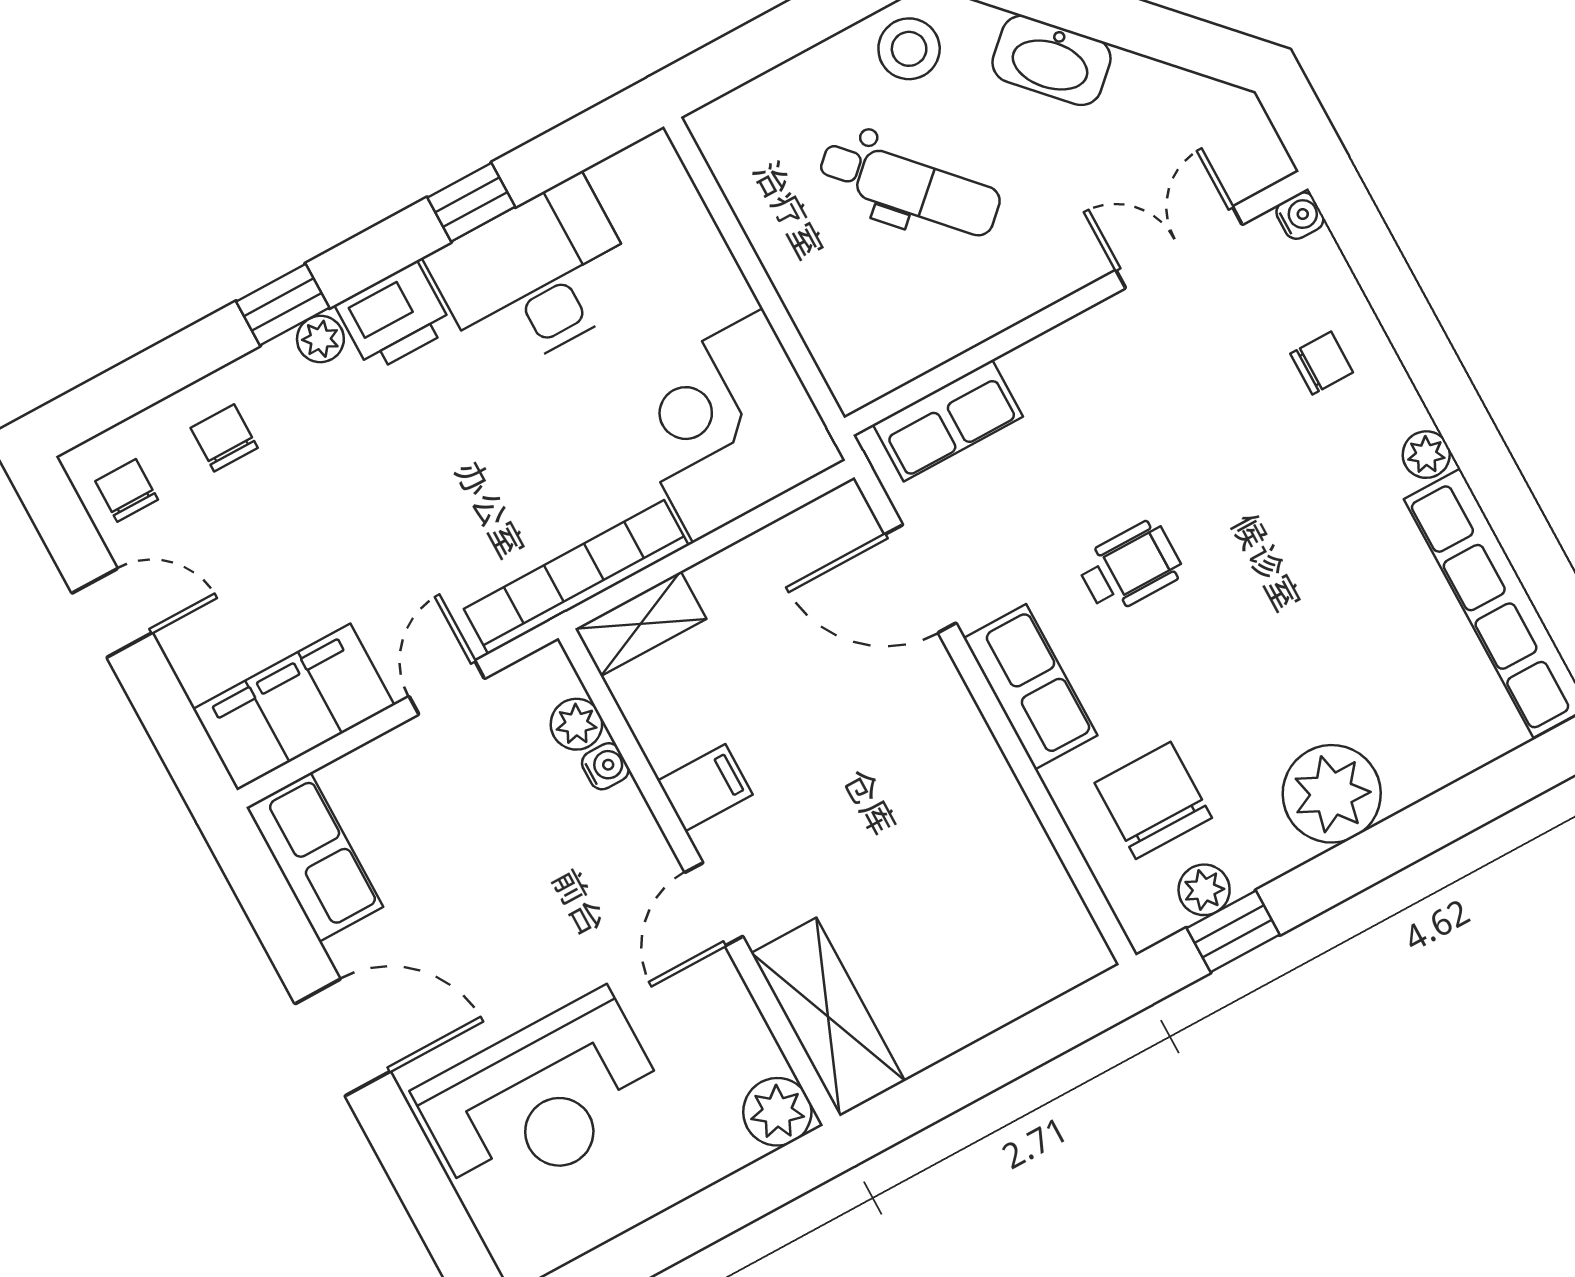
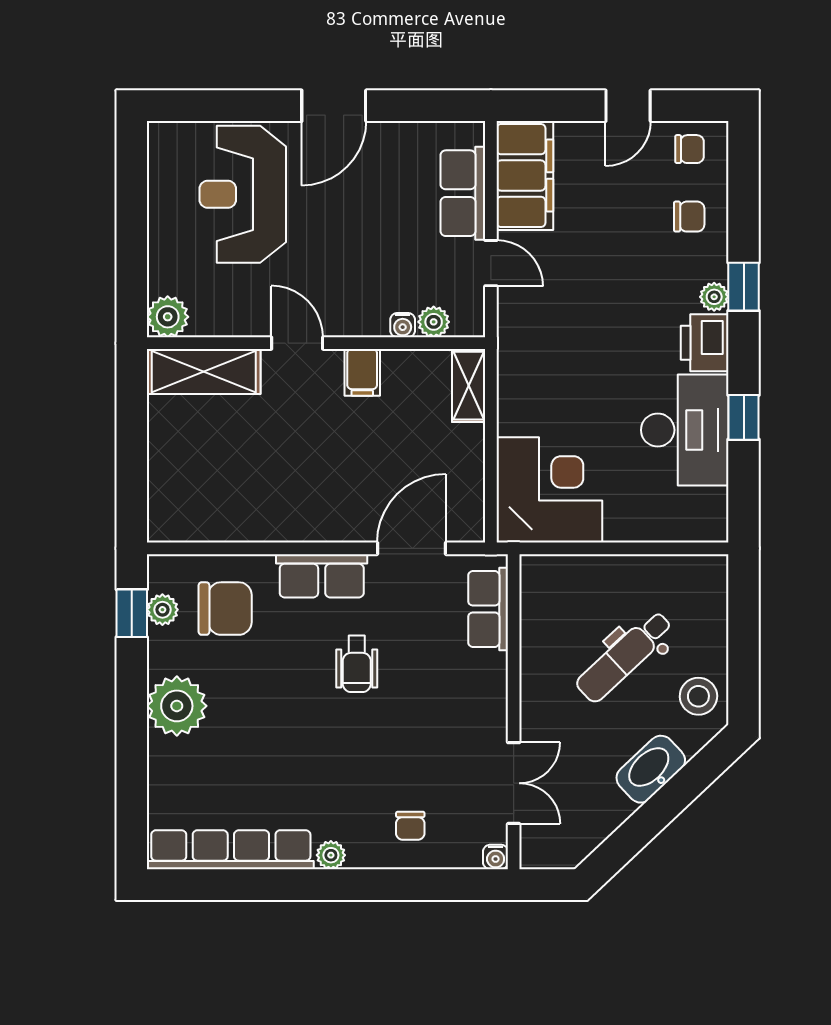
bookcase: (576, 577) -> (512, 365), removed
row of seats: (315, 857) -> (463, 193), moved, turned 90

